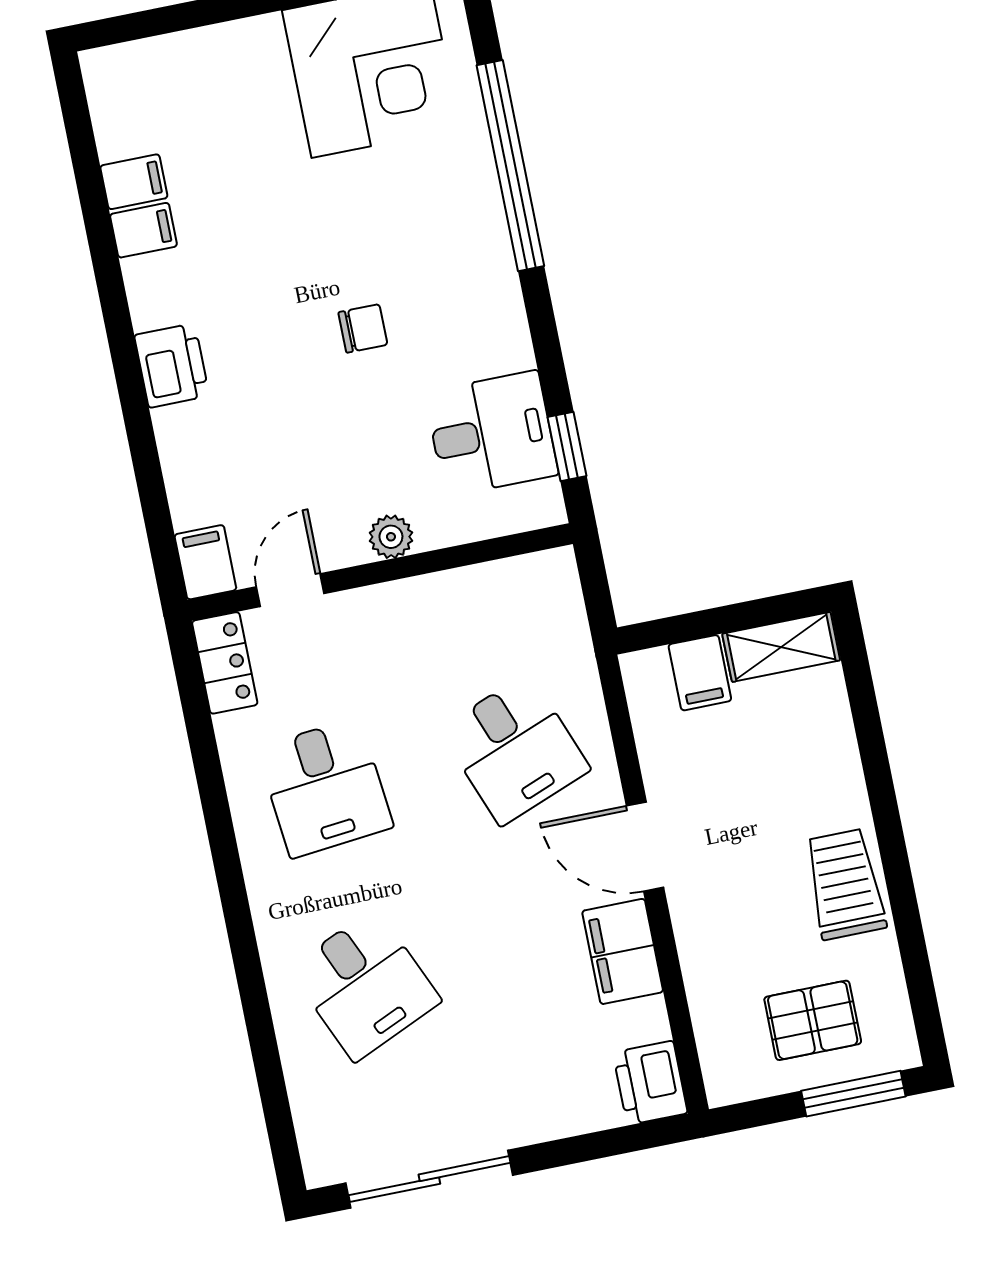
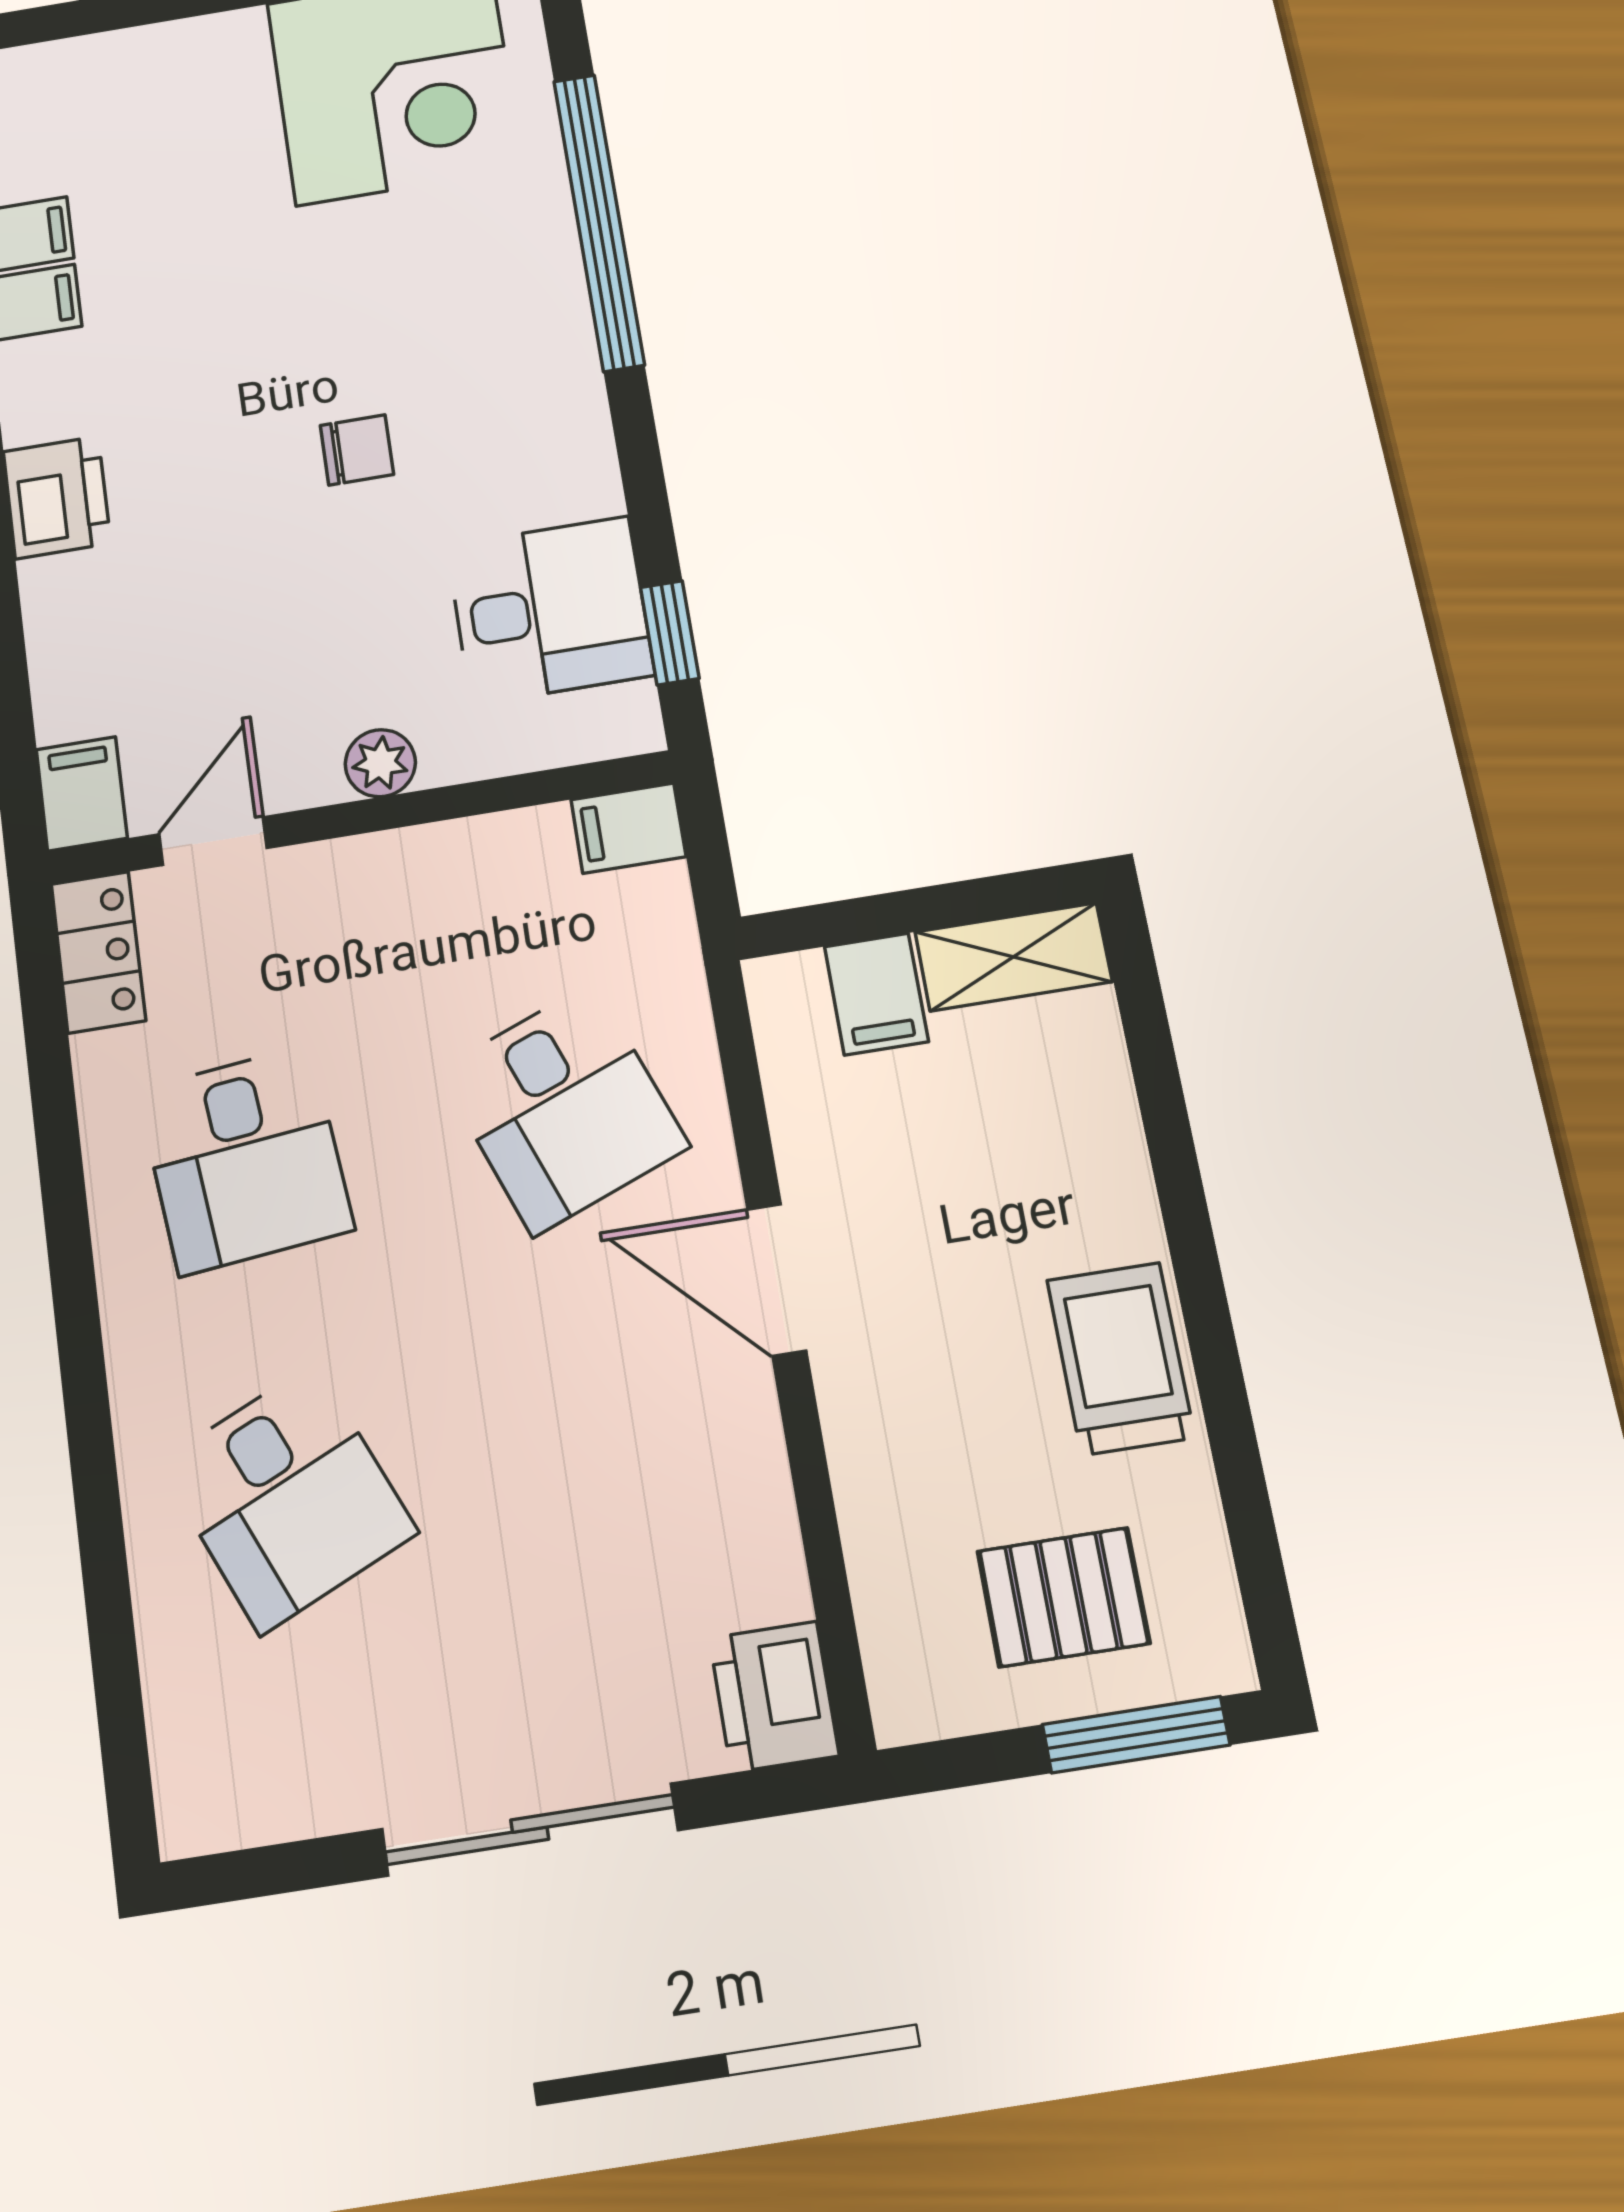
filing cabinet: (623, 951) -> (628, 828), moved, width x0.50
sliding door: (429, 1179) -> (530, 1830), moved

